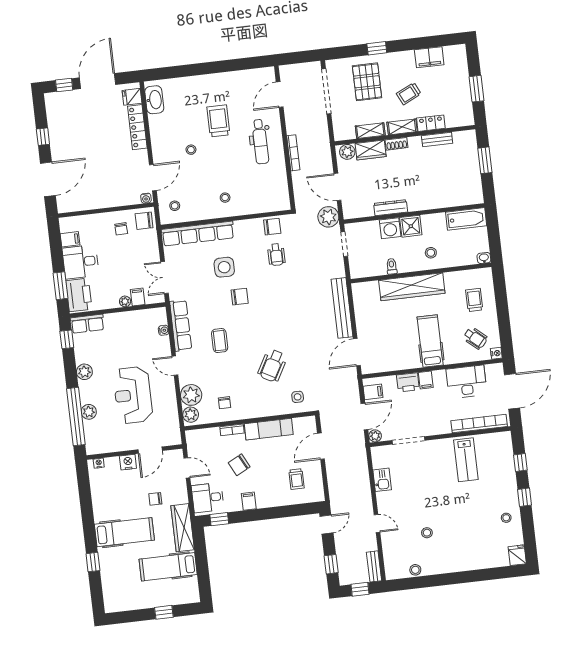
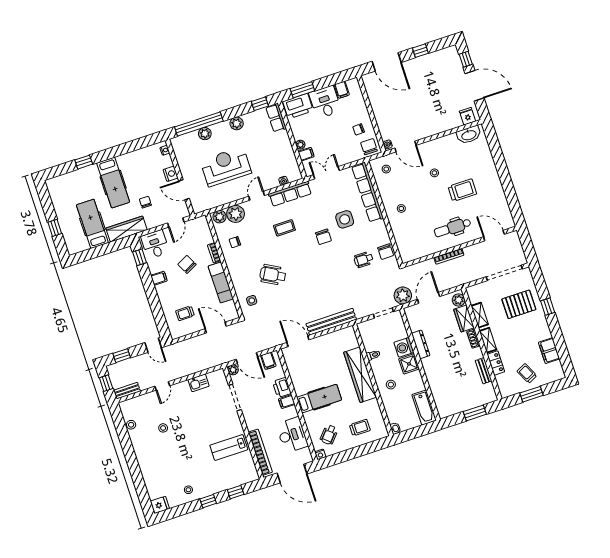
trolley: (409, 94) -> (527, 373), moved
locker: (137, 127) -> (444, 126), removed

